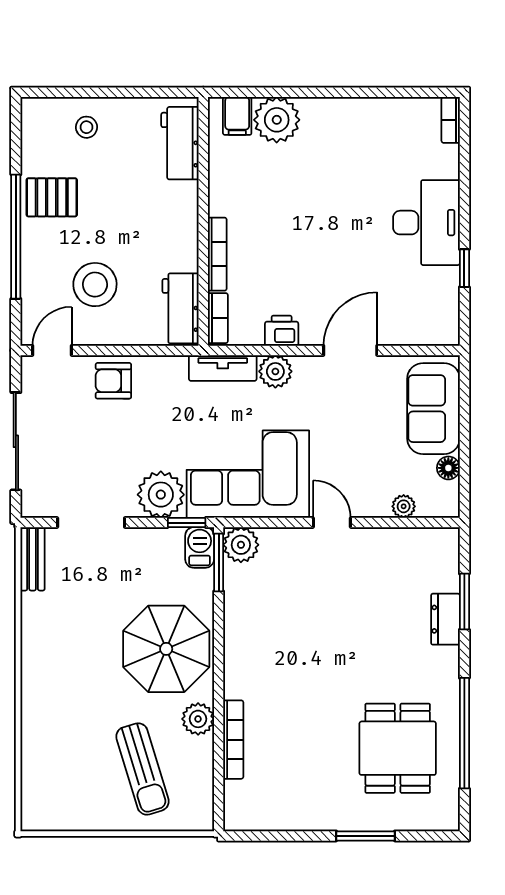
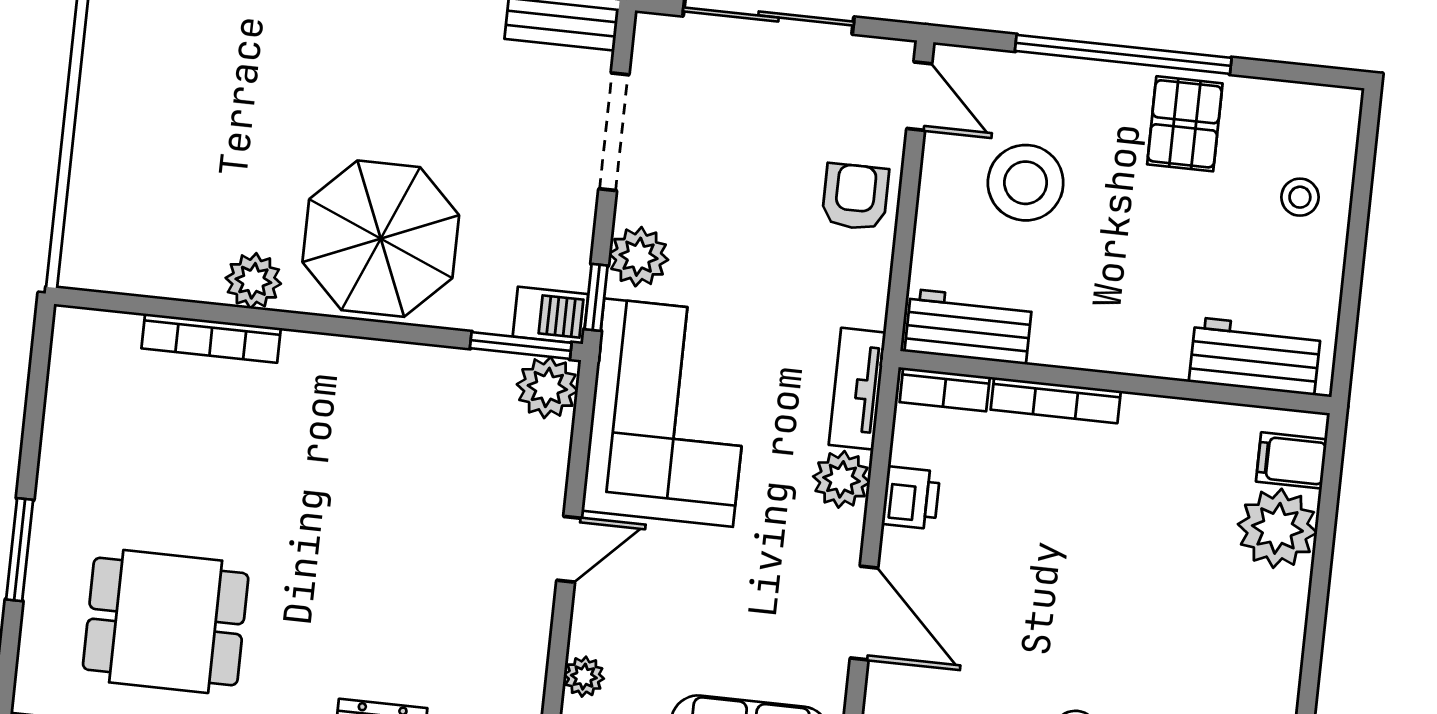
plant: (161, 495) -> (639, 257), width x0.73, depth x0.73
sun lounger: (143, 769) -> (177, 175), removed

